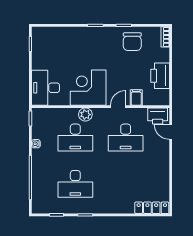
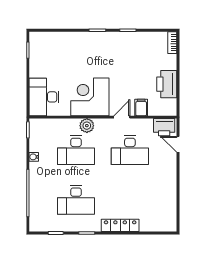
chair: (132, 42) -> (137, 48), removed
locker: (152, 208) -> (120, 225), moved

